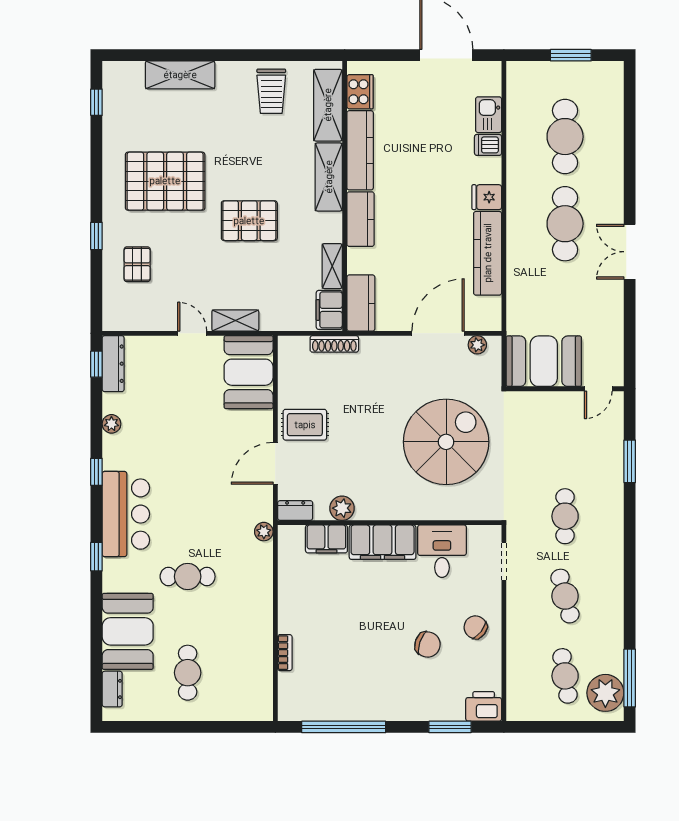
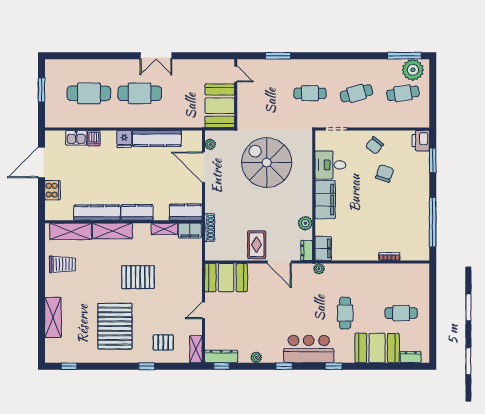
cooker: (360, 92) -> (53, 190), moved, turned 90
pallet: (249, 221) -> (138, 277), turned 90
shelving: (235, 320) -> (196, 349), moved
filing cabinet: (326, 539) -> (323, 248), moved

